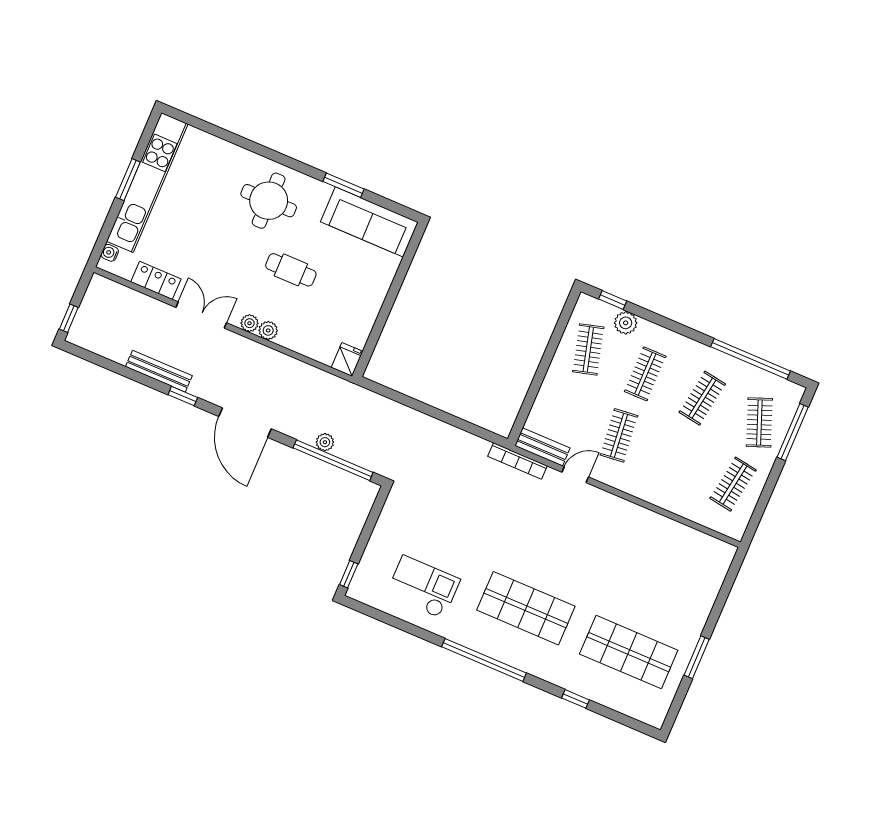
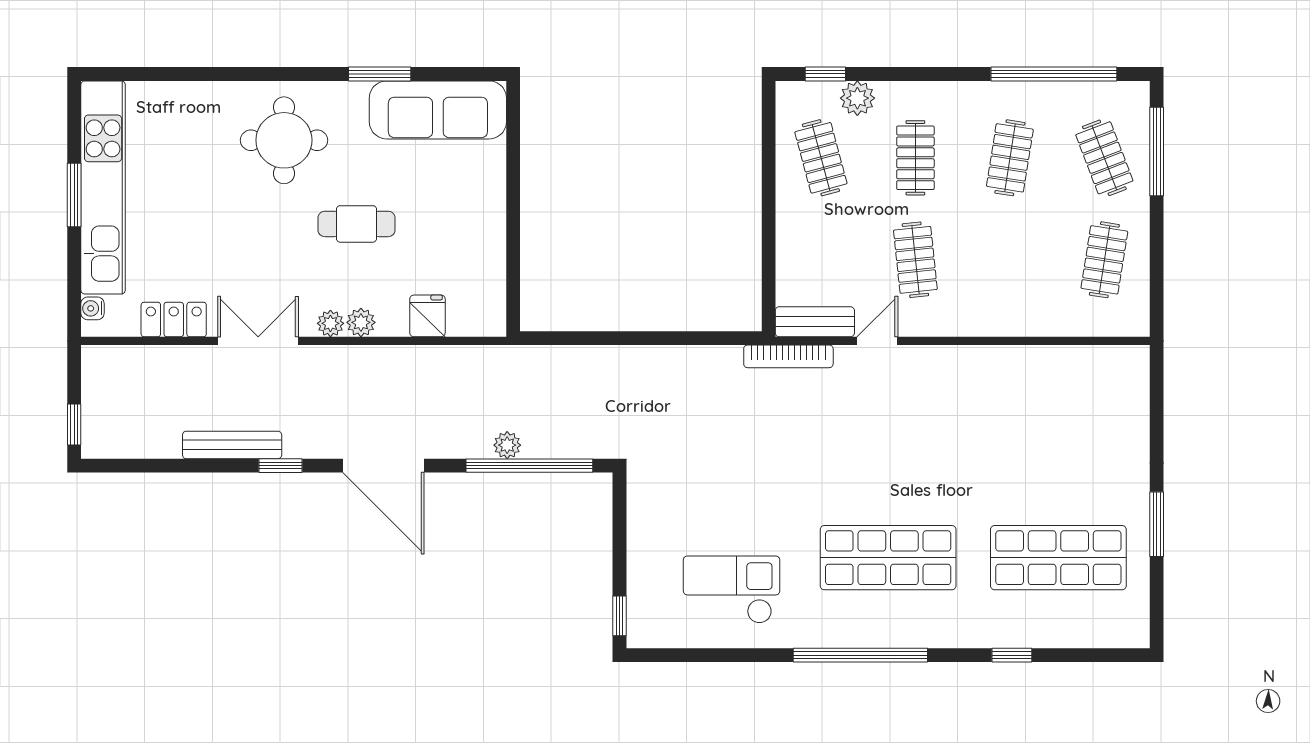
fridge: (347, 359) -> (427, 316), moved

